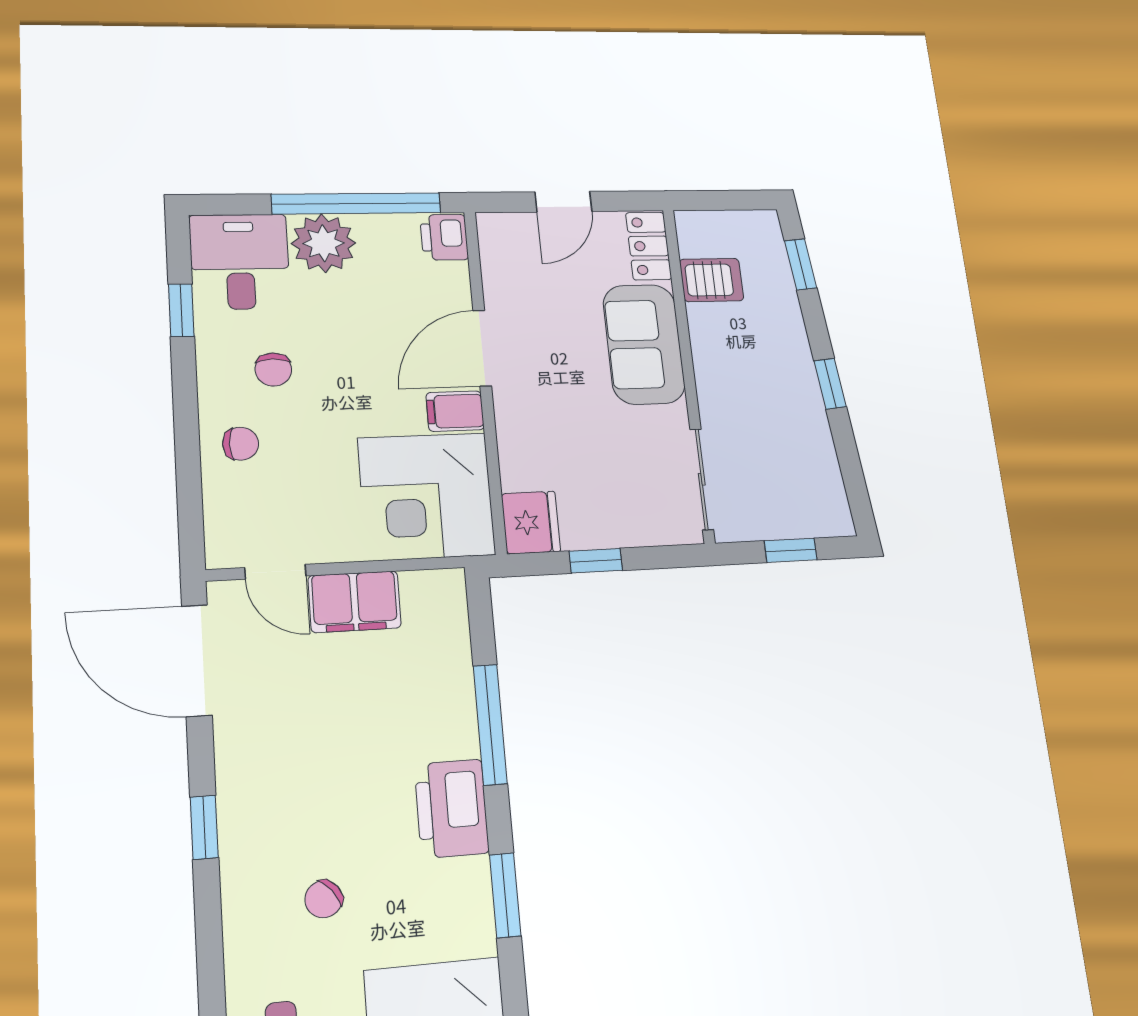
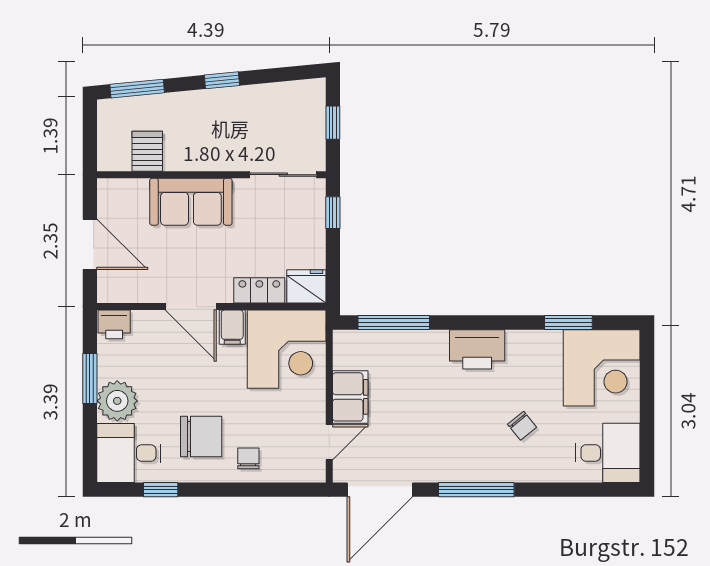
door: (563, 202) -> (90, 244), width x1.38
window: (356, 203) -> (90, 378), width x0.47
locker: (649, 246) -> (259, 290), moved, turned 180
window: (801, 264) -> (137, 89), width x1.50
chair: (273, 370) -> (201, 436), width x1.87, depth x1.87
window: (596, 561) -> (333, 213), moved
window: (490, 725) -> (394, 323), moved
window: (204, 827) -> (476, 490), width x2.17
window: (505, 895) -> (568, 323), moved

